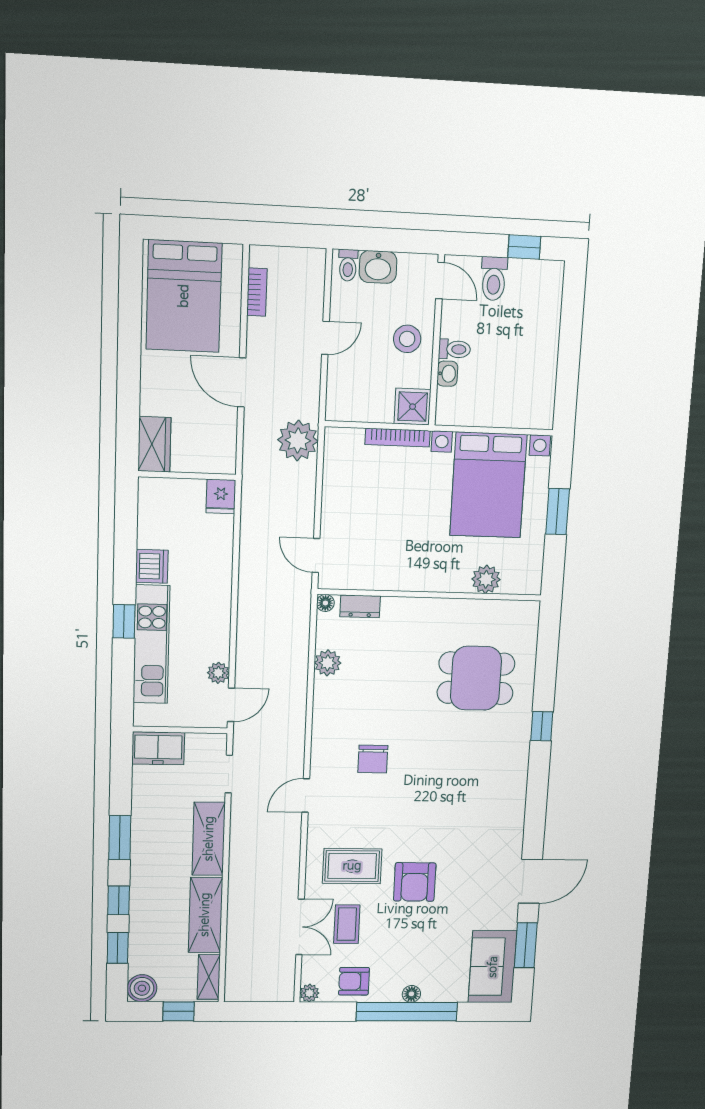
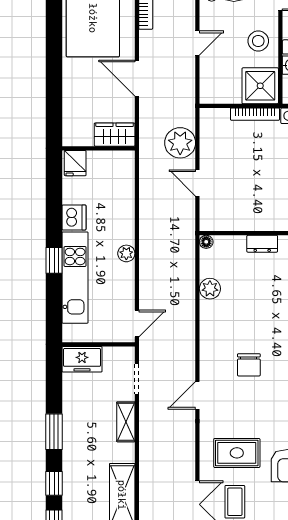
shower: (413, 407) -> (260, 86), width x1.36, depth x1.36
plant: (298, 440) -> (180, 143), moved
wardrobe: (154, 444) -> (115, 135), moved, turned -90
fridge: (221, 496) -> (75, 163), moved
door: (316, 555) -> (197, 183), moved
dresser: (360, 606) -> (262, 244), moved
plant: (218, 673) -> (126, 253), moved
shelving: (209, 839) -> (126, 422), width x0.67, depth x0.75

